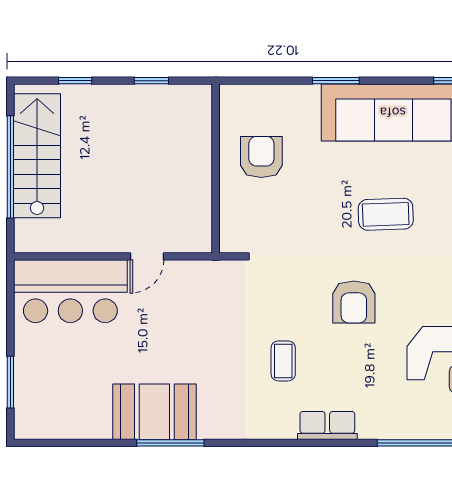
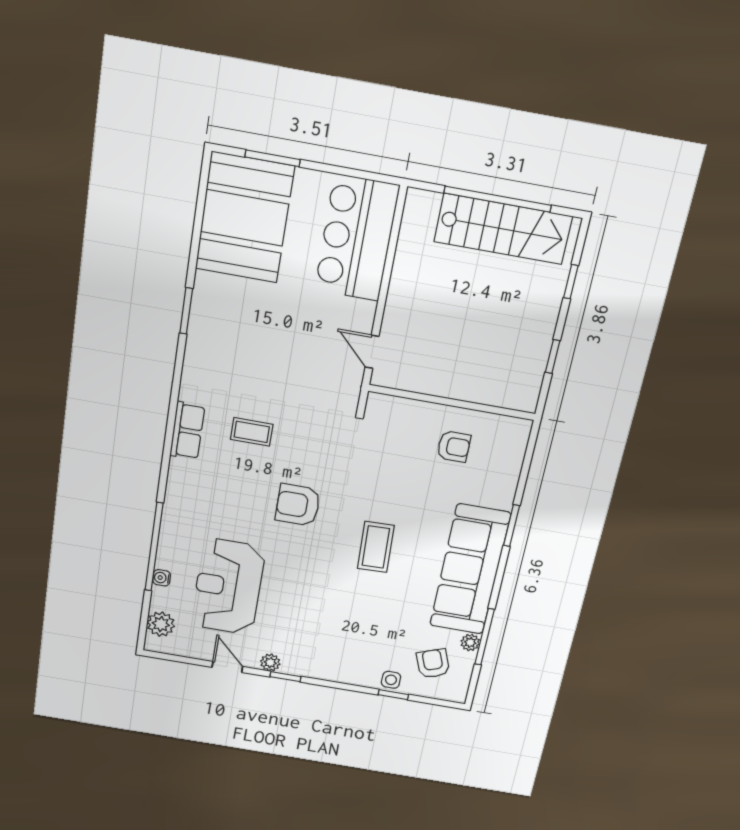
armchair: (261, 157) -> (454, 447), width x0.72, depth x0.72
door: (147, 256) -> (372, 352), moved
booth: (154, 412) -> (244, 218), moved, width x1.36, depth x1.42
row of seats: (327, 425) -> (187, 431), moved
window: (170, 443) -> (186, 311), width x0.69

